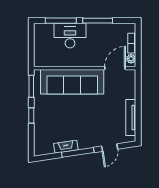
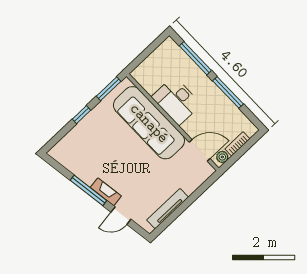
desk: (70, 36) -> (176, 101), moved, turned 180
fireplace: (66, 147) -> (106, 192), moved

